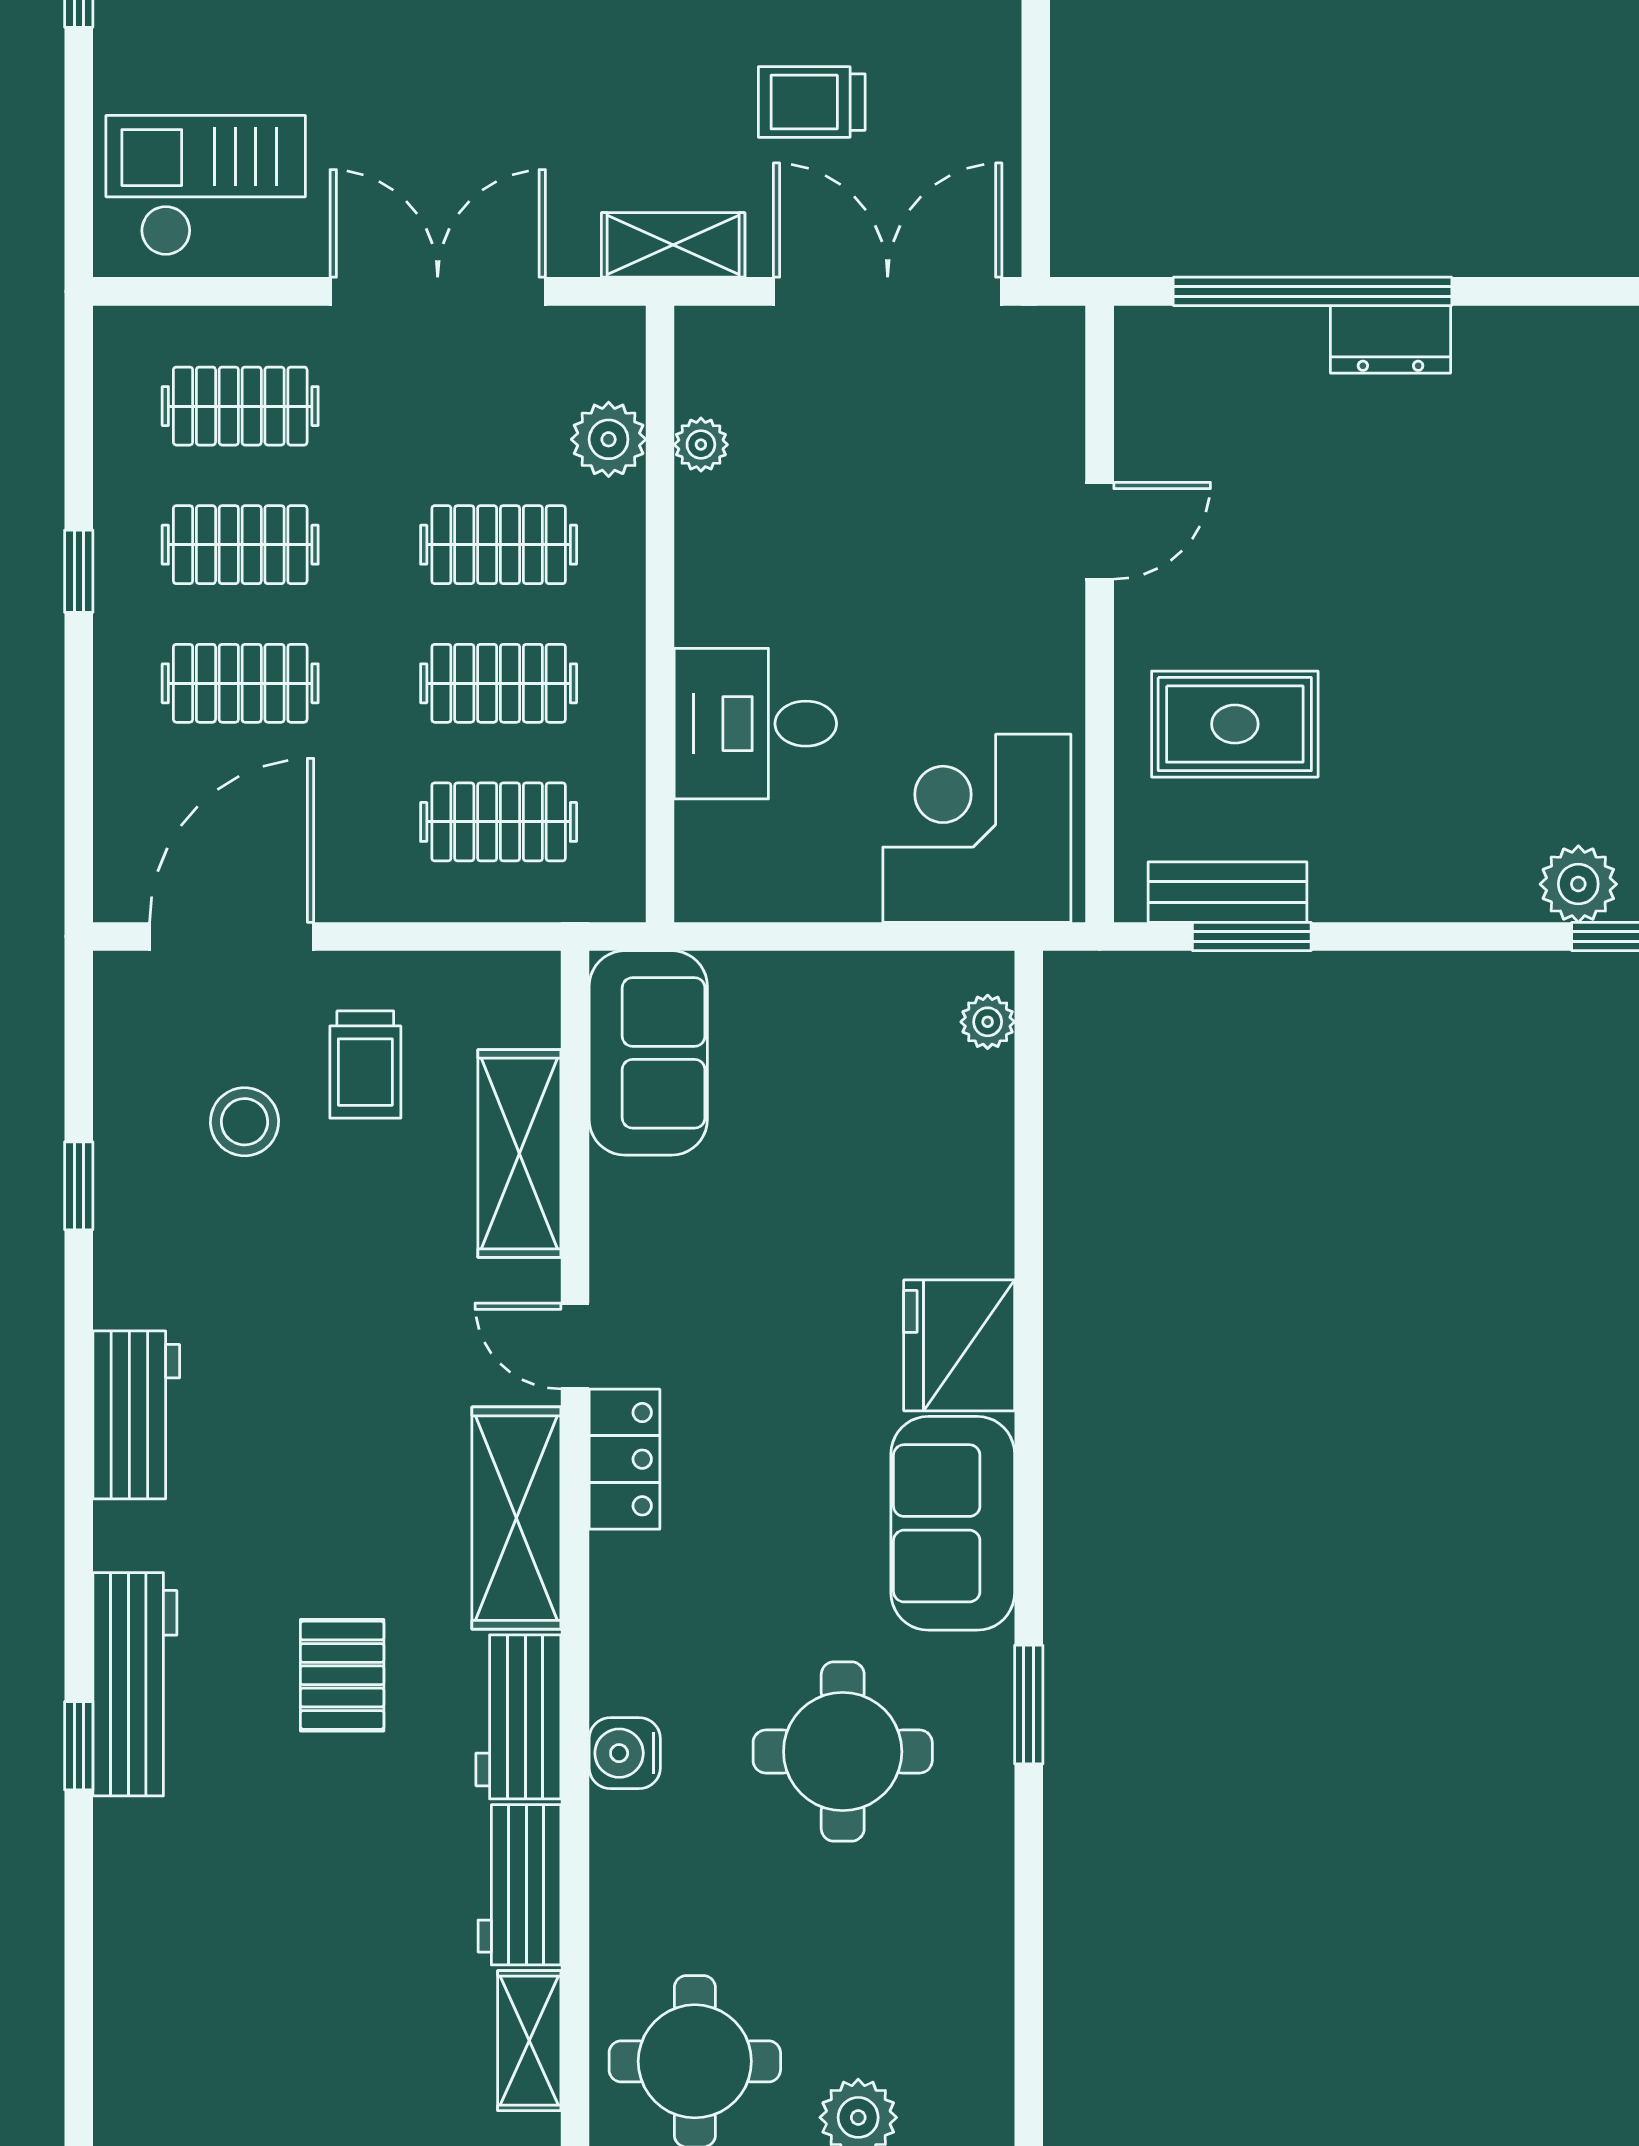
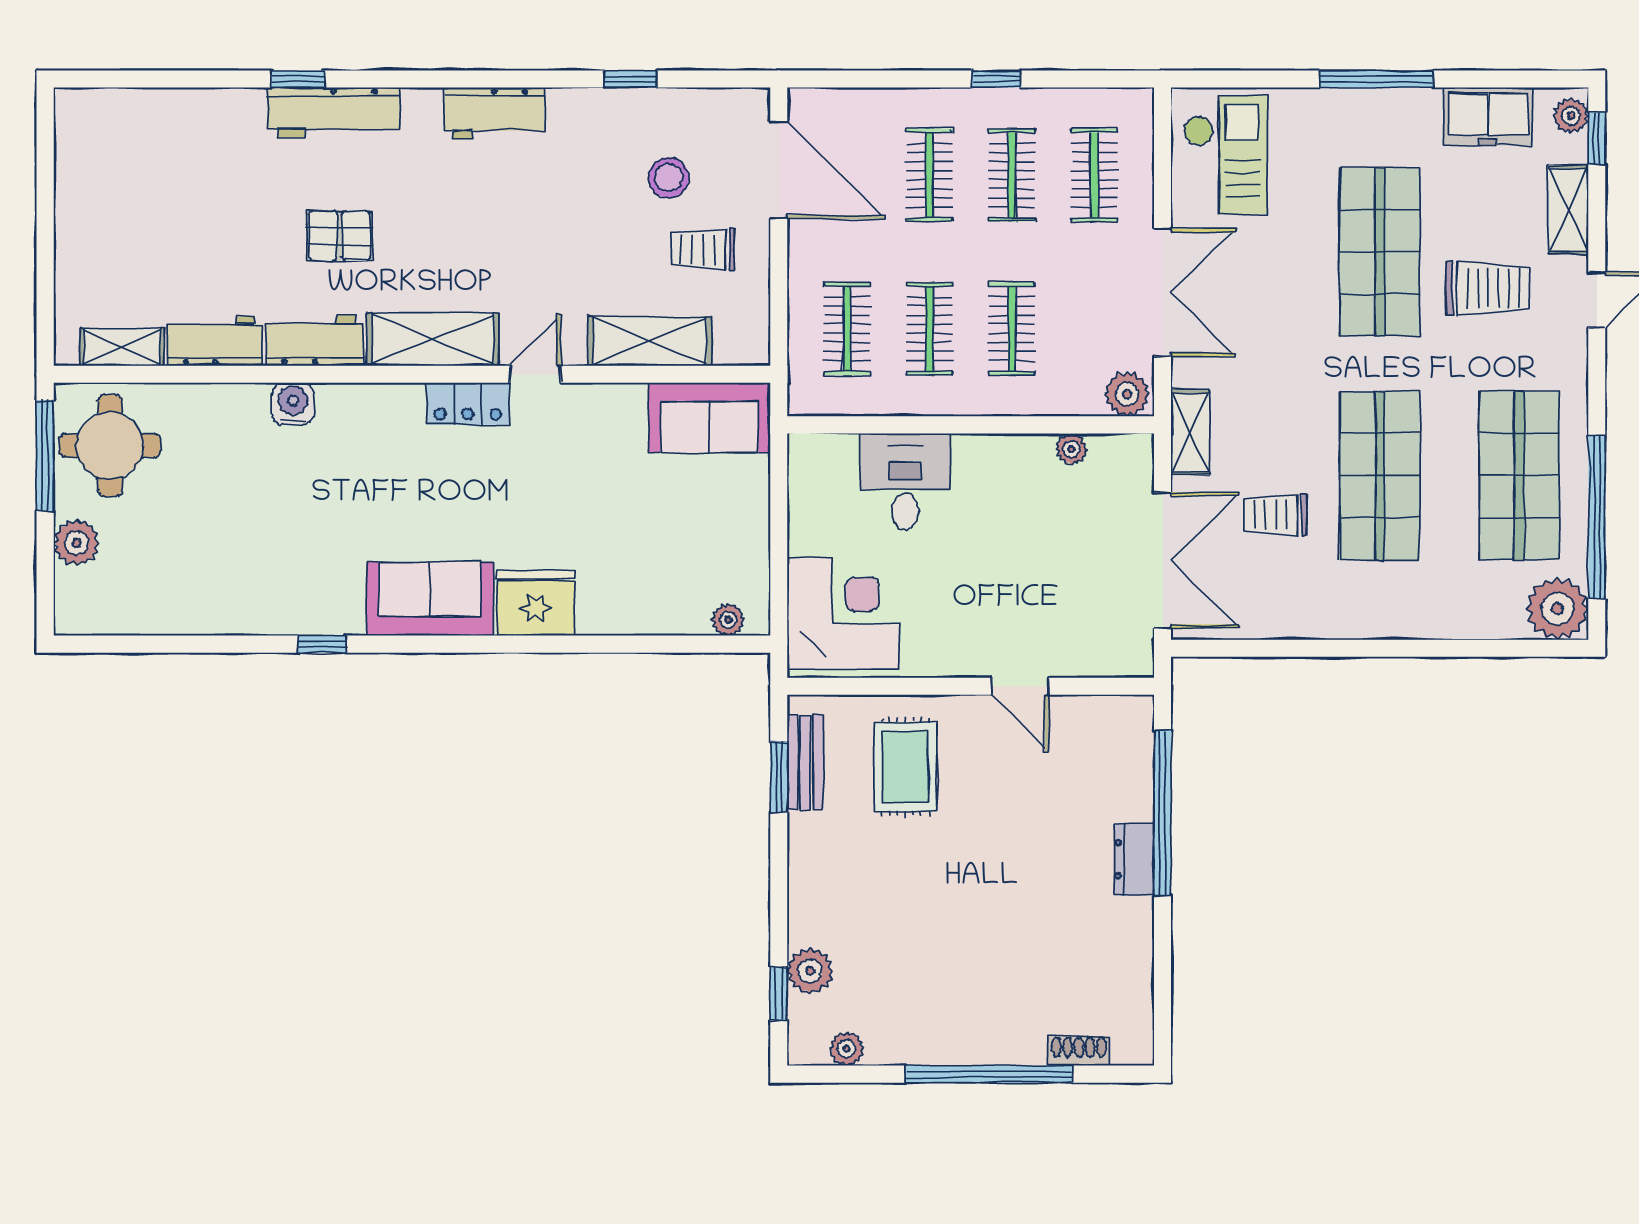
trolley: (812, 102) -> (1275, 515), turned -90
plant: (609, 439) -> (1127, 394), moved
window: (1029, 1705) -> (322, 644), width x0.67
round table: (843, 1752) -> (294, 533), removed

